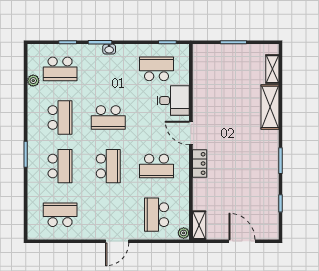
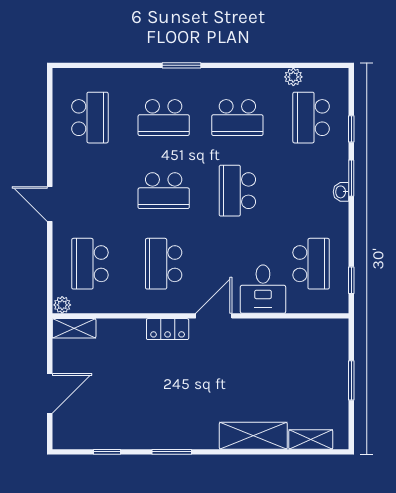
school desk: (156, 215) -> (90, 264), turned -90

